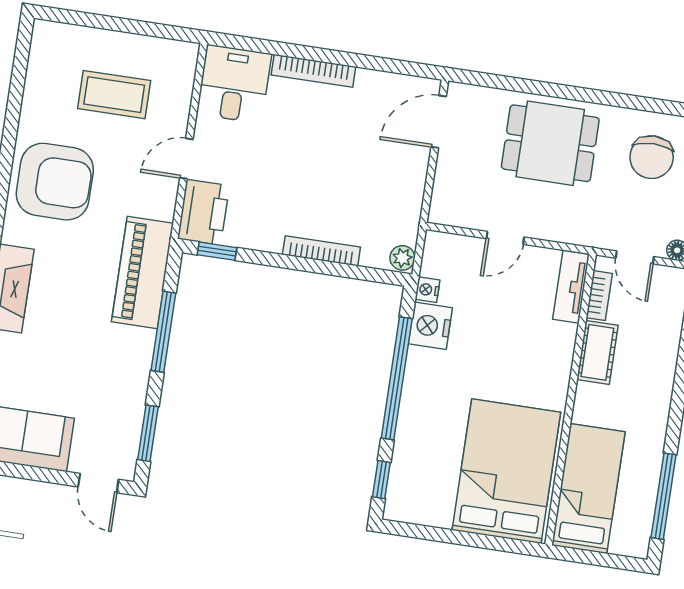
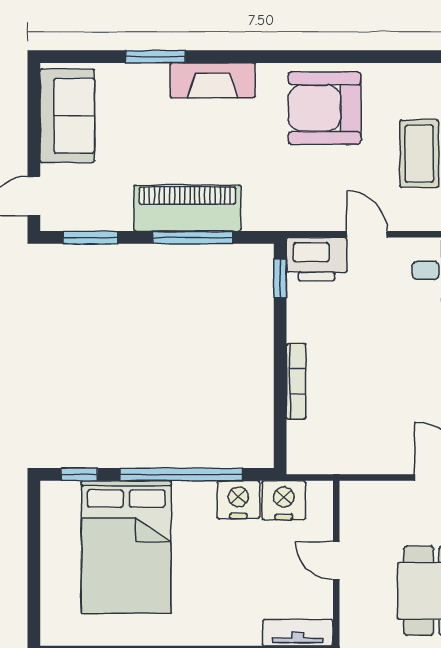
armchair: (55, 182) -> (325, 108), turned 90
plant: (402, 258) -> (301, 462), removed
piano: (142, 273) -> (187, 208), moved
nightstand: (427, 290) -> (284, 500), width x1.89, depth x1.79
bed: (506, 471) -> (126, 547), moved, turned 90

